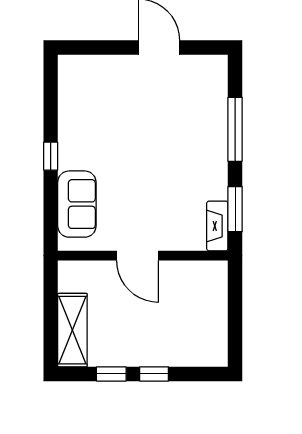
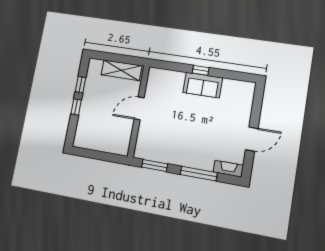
sofa: (77, 204) -> (203, 85), moved
fireplace: (217, 226) -> (228, 169), moved
shelving: (72, 330) -> (121, 70), moved

